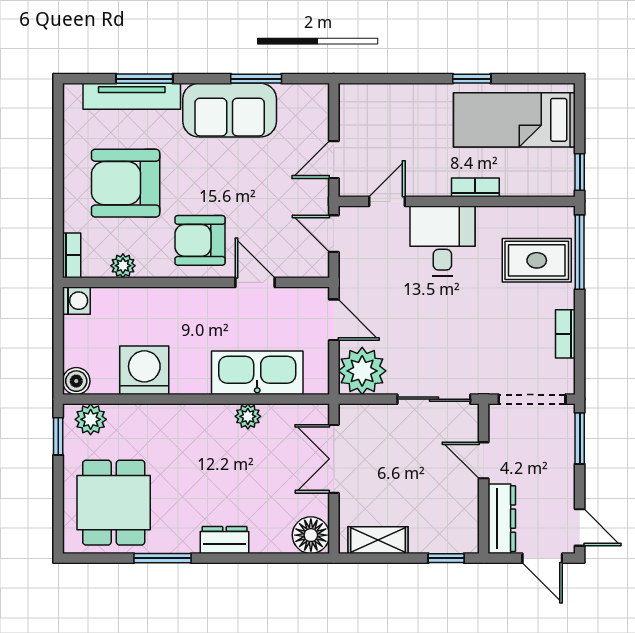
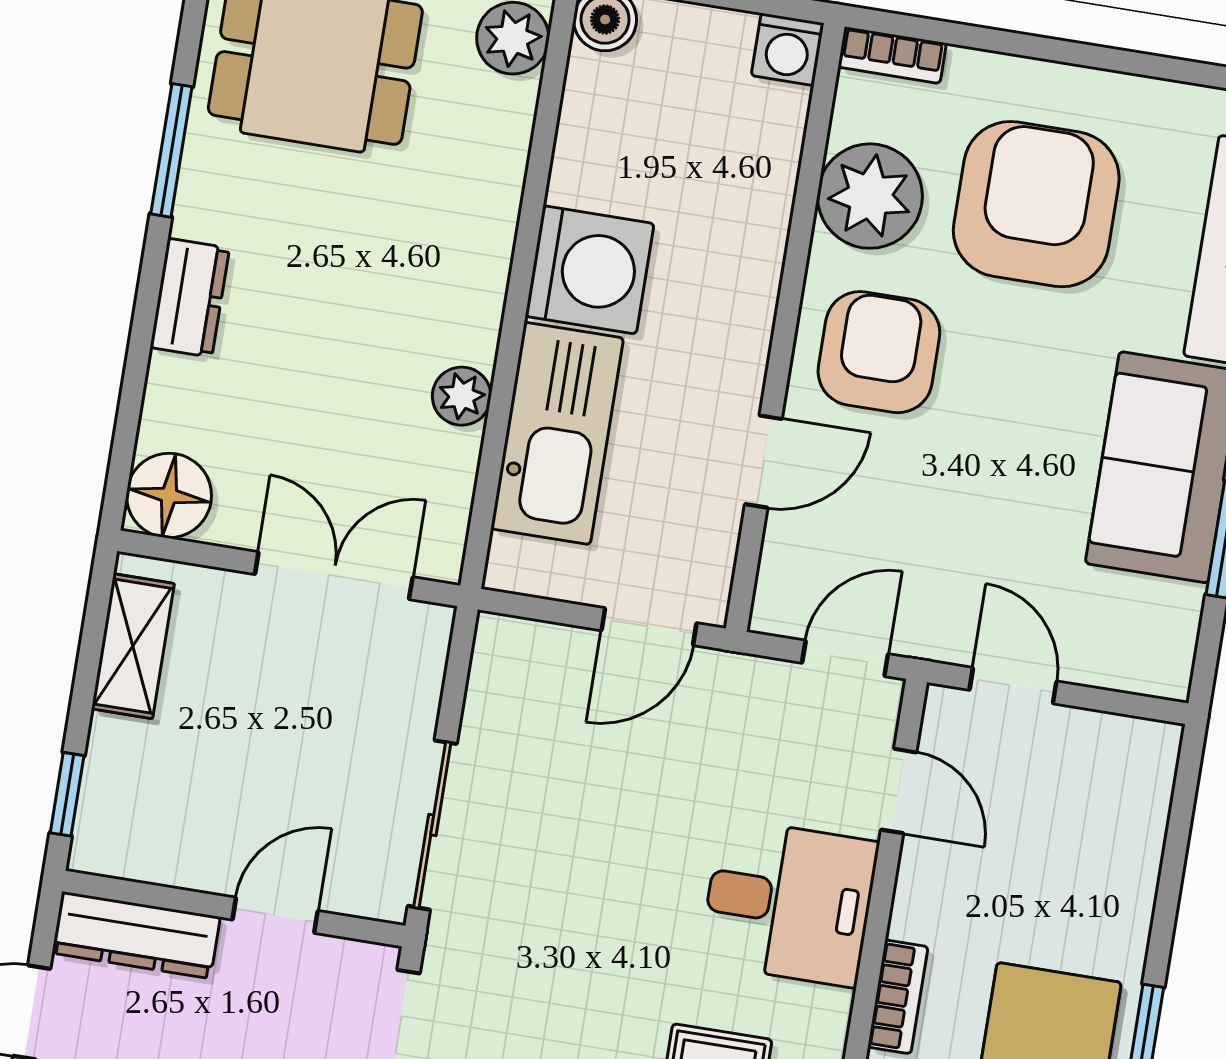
plant: (123, 266) -> (870, 196), width x1.88, depth x1.88
washing machine: (144, 370) -> (590, 270), moved
plant: (362, 371) -> (523, 672), removed

